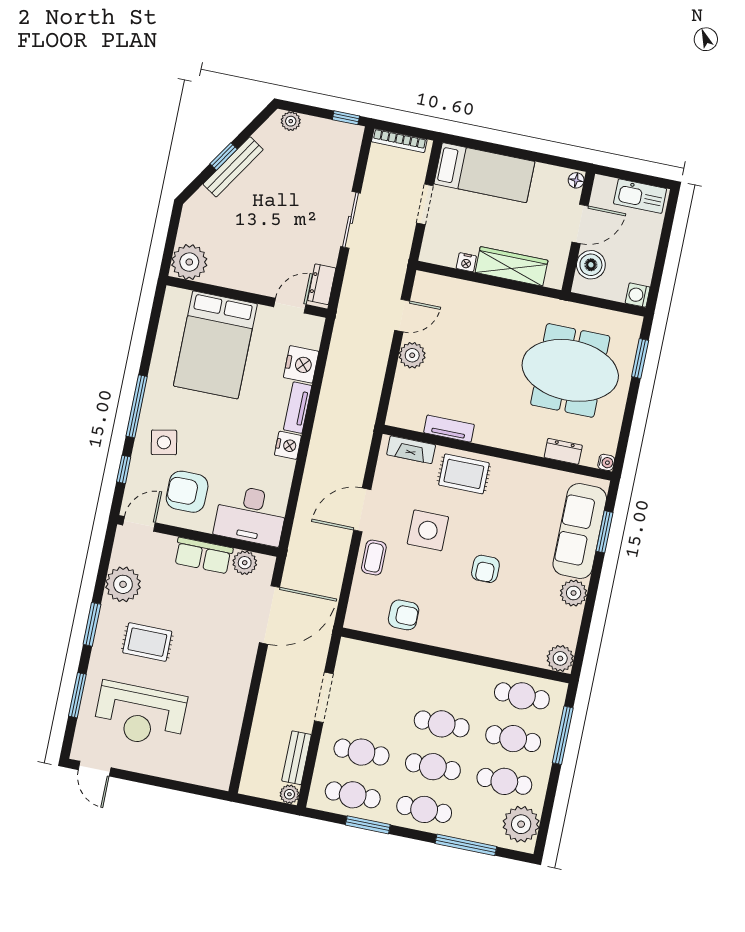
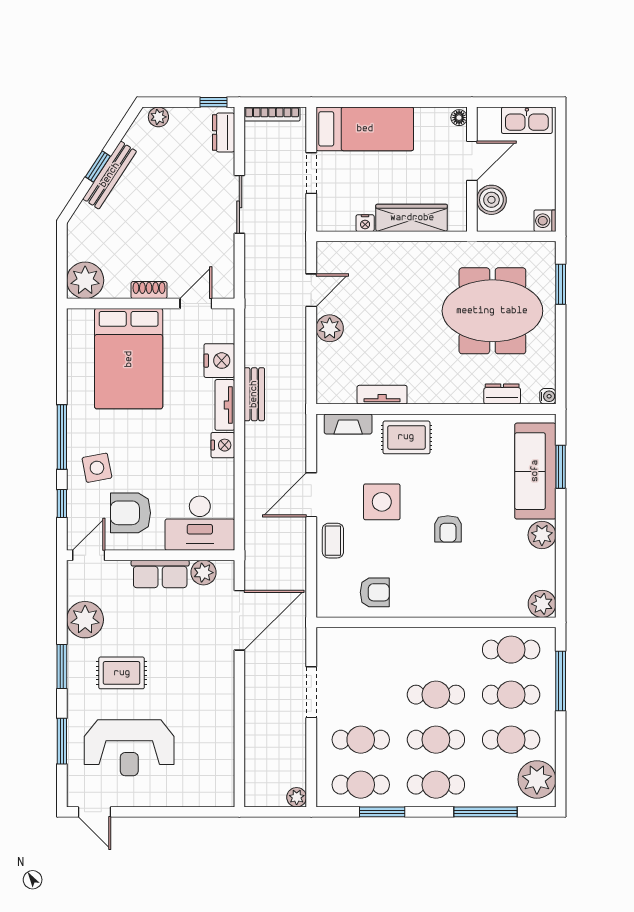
shoe rack: (248, 284) -> (149, 290), added
dresser: (322, 284) -> (224, 132), moved
bench: (297, 758) -> (254, 394), moved

